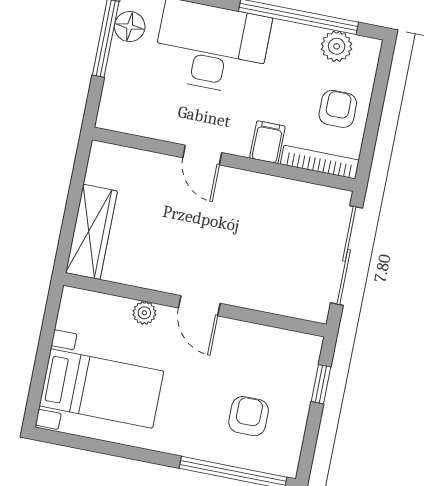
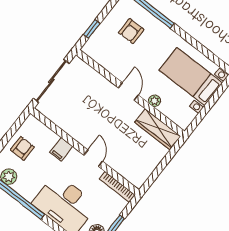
armchair: (338, 109) -> (22, 148), turned 180
bookcase: (320, 162) -> (117, 187), moved
wardrobe: (91, 232) -> (158, 129), moved, turned -90

